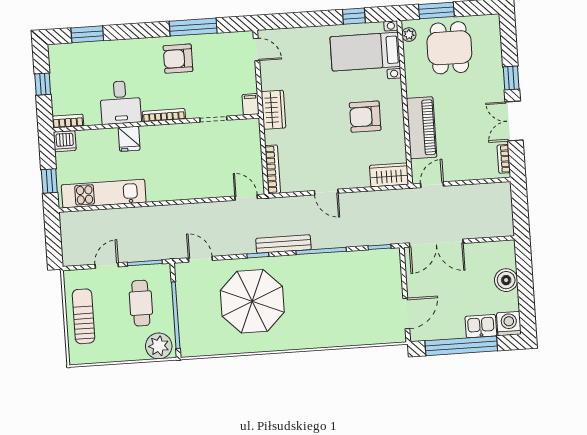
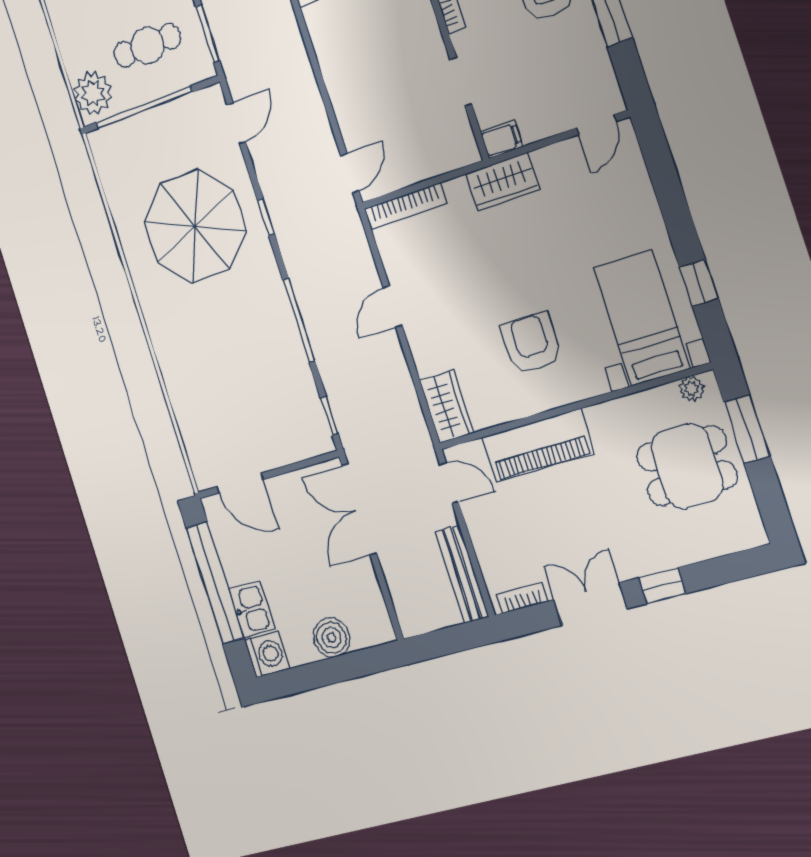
bench: (283, 244) -> (462, 574), moved

